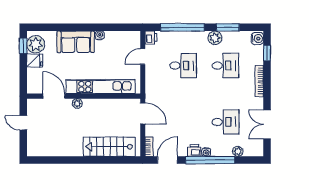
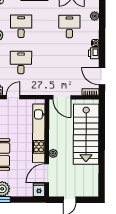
door: (143, 57) -> (13, 97), swing flipped
fridge: (35, 61) -> (39, 190), moved
door: (143, 114) -> (62, 97), swing flipped
stairs: (109, 147) -> (86, 134), width x1.36, depth x1.51
window: (210, 160) -> (102, 40), removed

